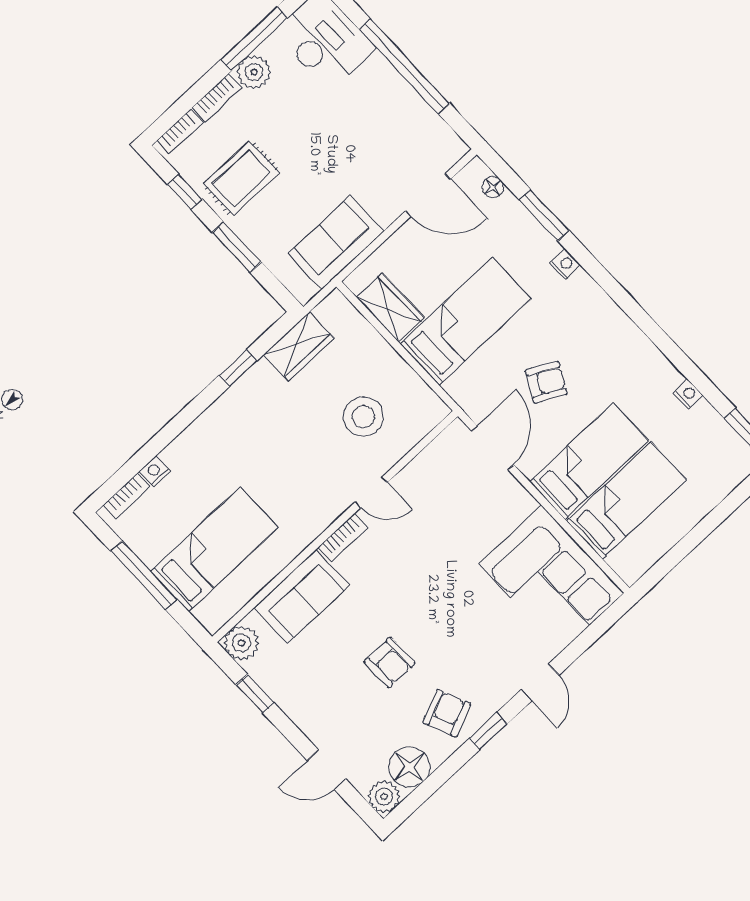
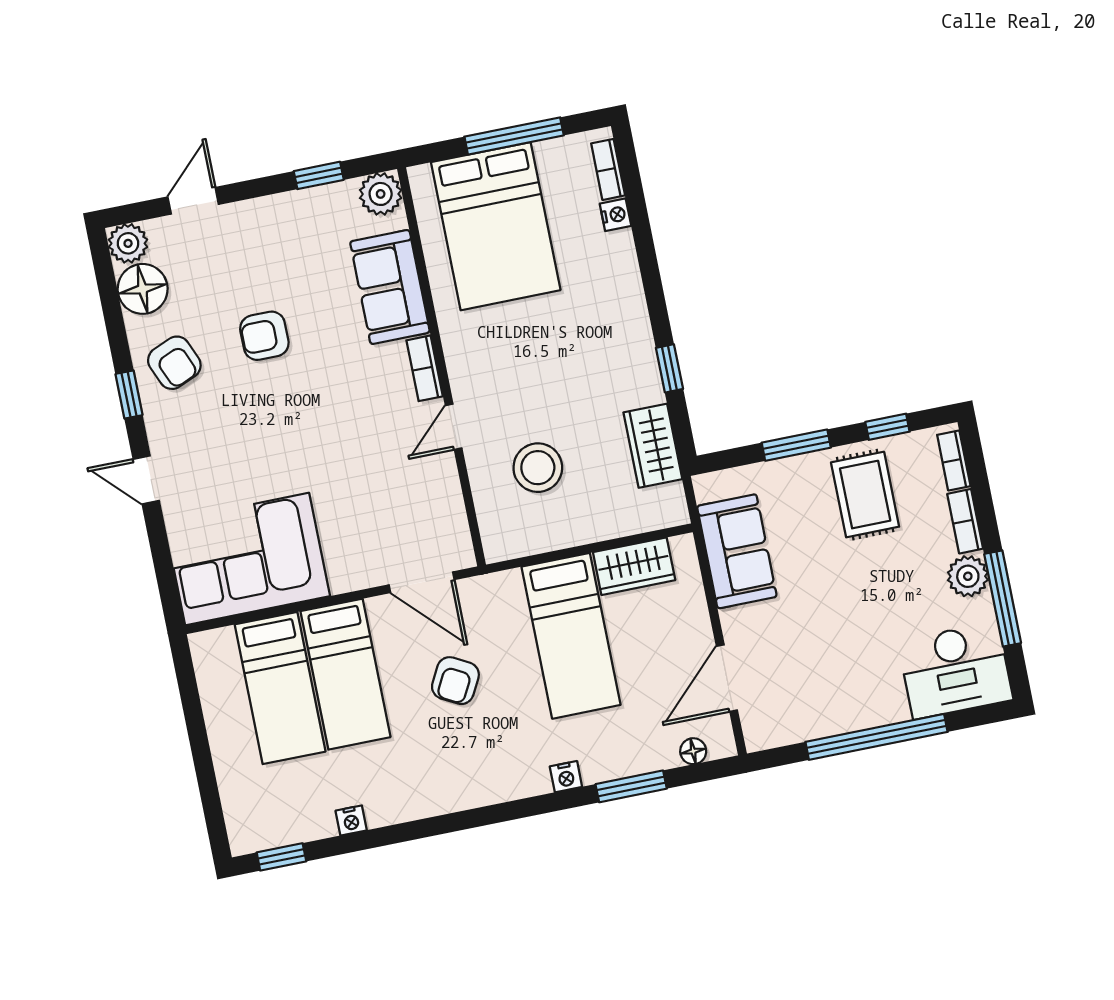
bed: (214, 549) -> (496, 226), width x1.50

